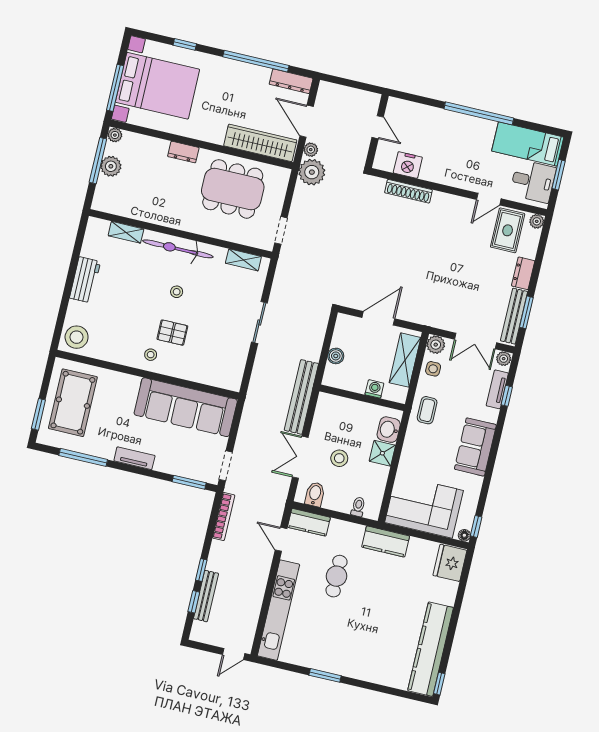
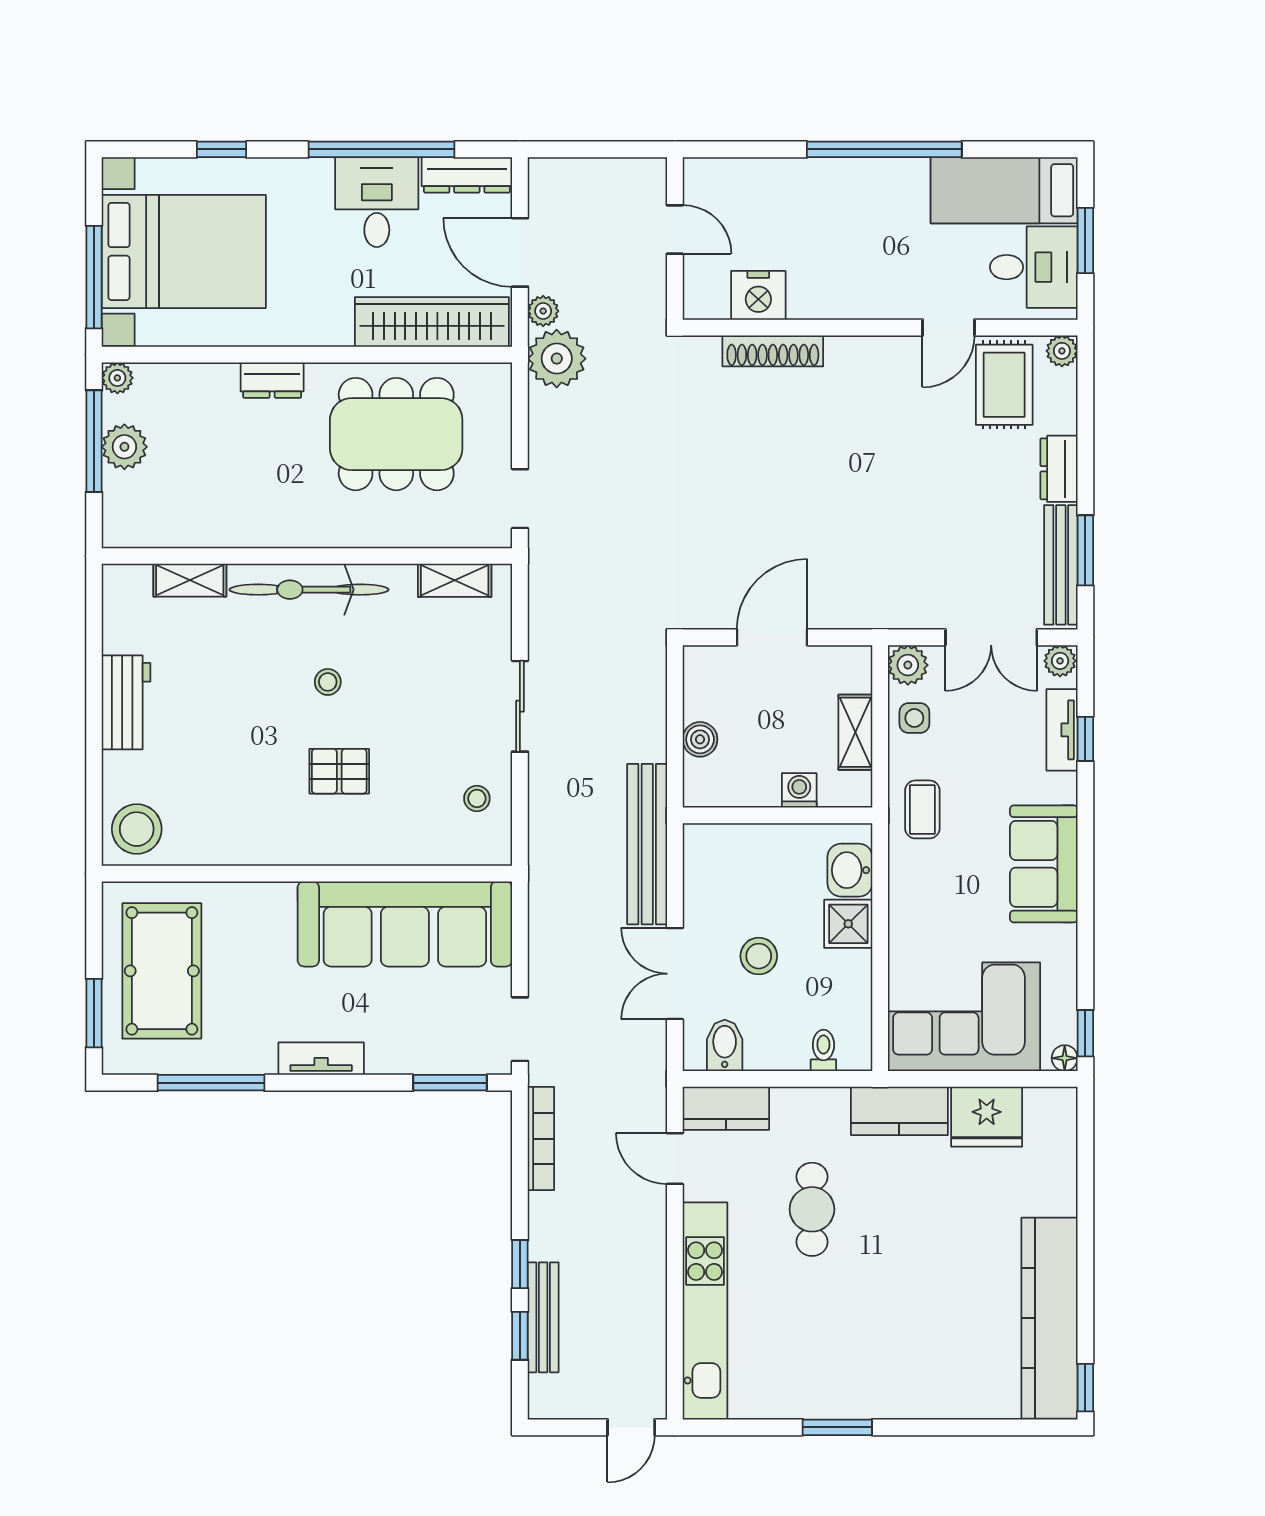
desk: (248, 84) -> (377, 202), added
stool: (151, 355) -> (477, 798), moved
shelving: (405, 360) -> (855, 732), width x0.67, depth x0.75
fridge: (450, 563) -> (987, 1117), moved, turned -90

